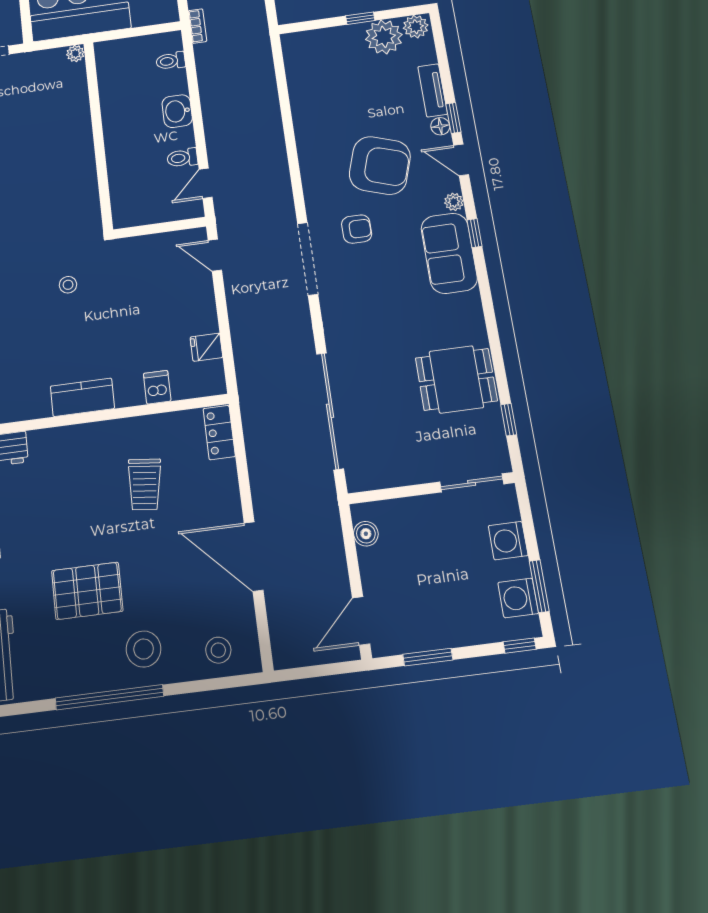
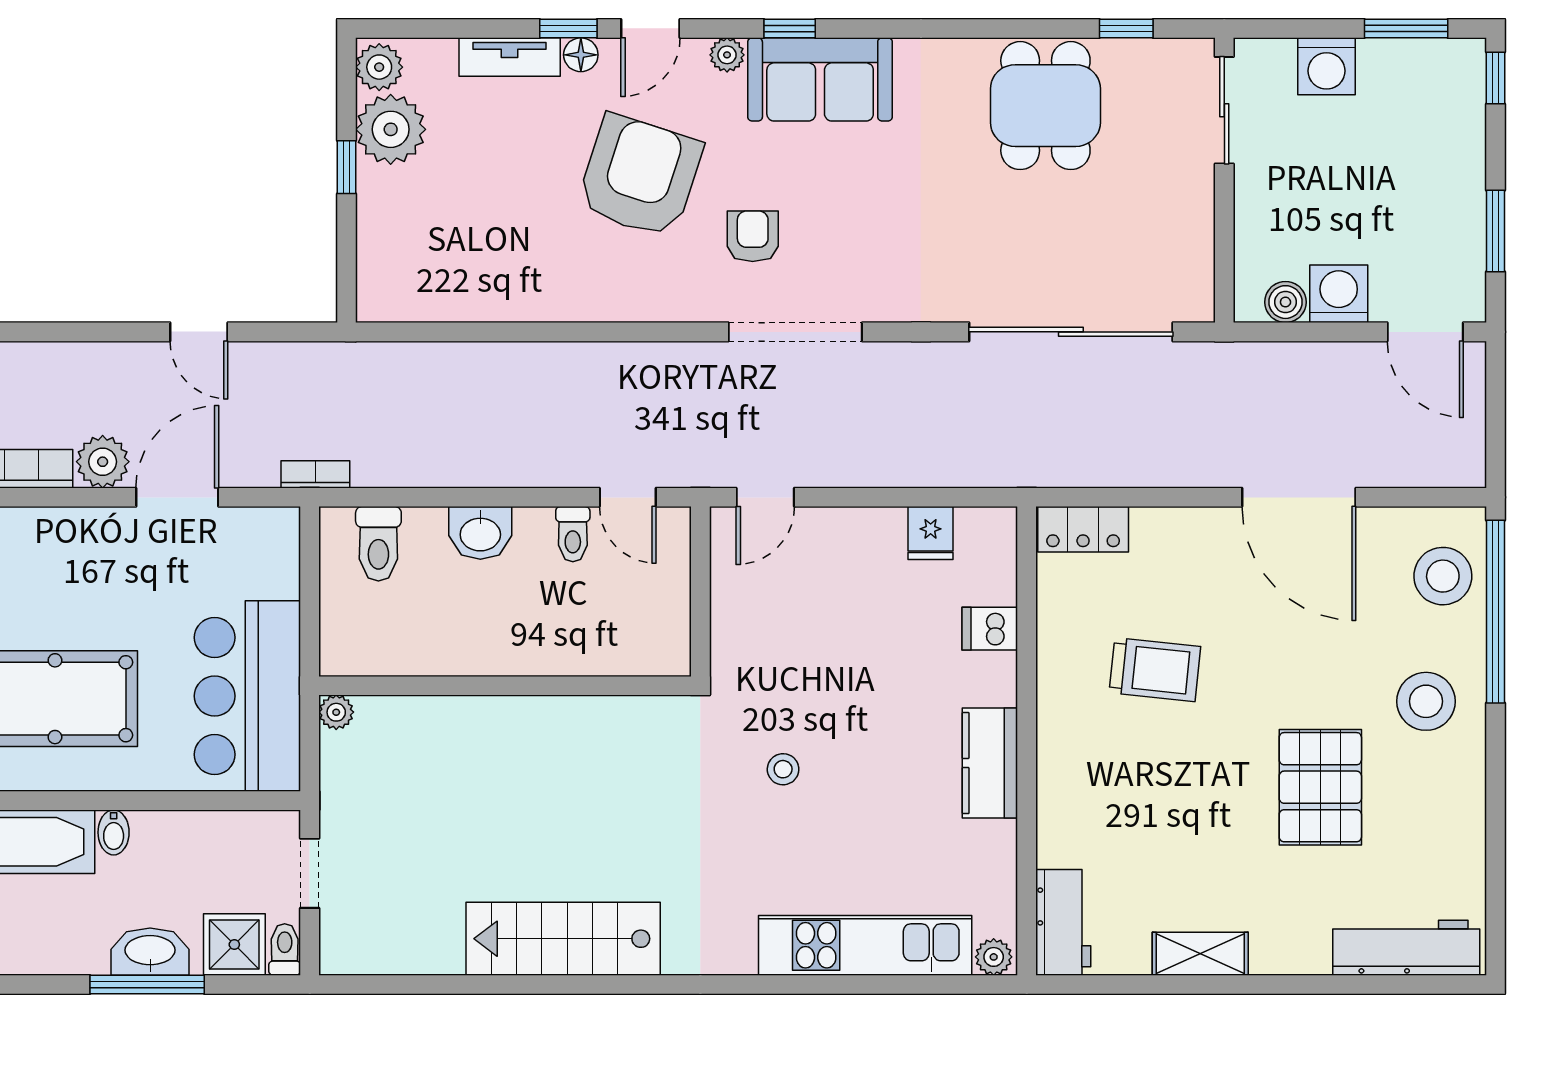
toilet: (171, 61) -> (378, 544), width x1.37, depth x1.39
door: (253, 556) -> (1299, 497), hinge flipped
washing machine: (518, 598) -> (1339, 294), moved, turned 180
stool: (218, 650) -> (1443, 576), width x1.38, depth x1.38
window: (109, 697) -> (1495, 612), moved

